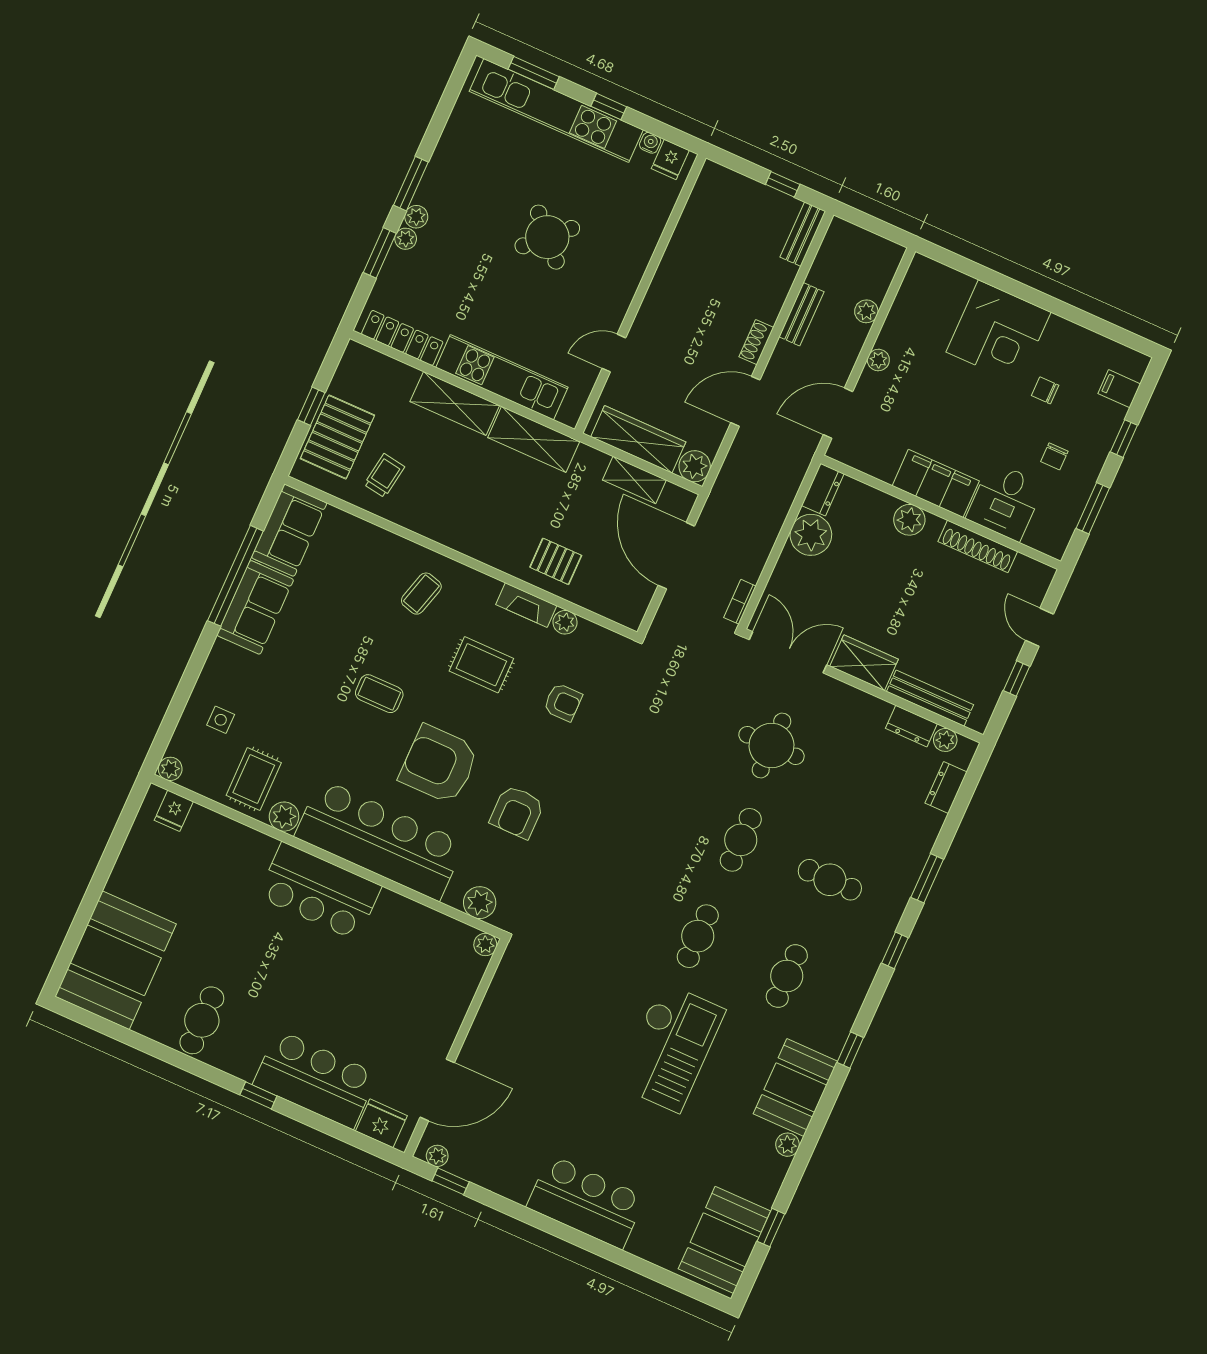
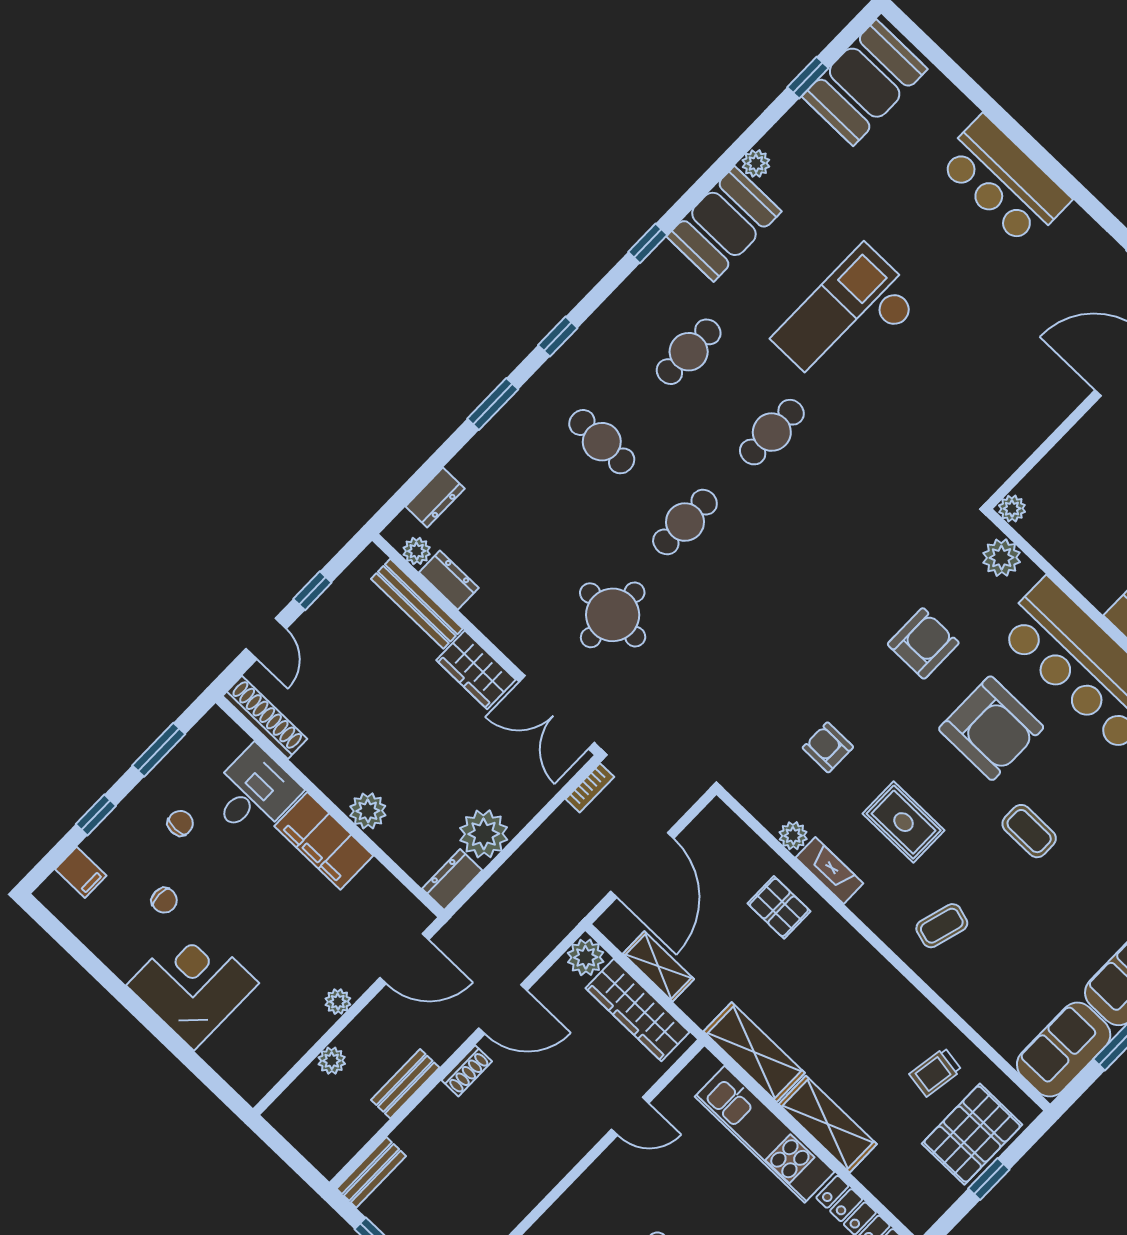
shoe rack: (978, 546) -> (265, 717), moved

